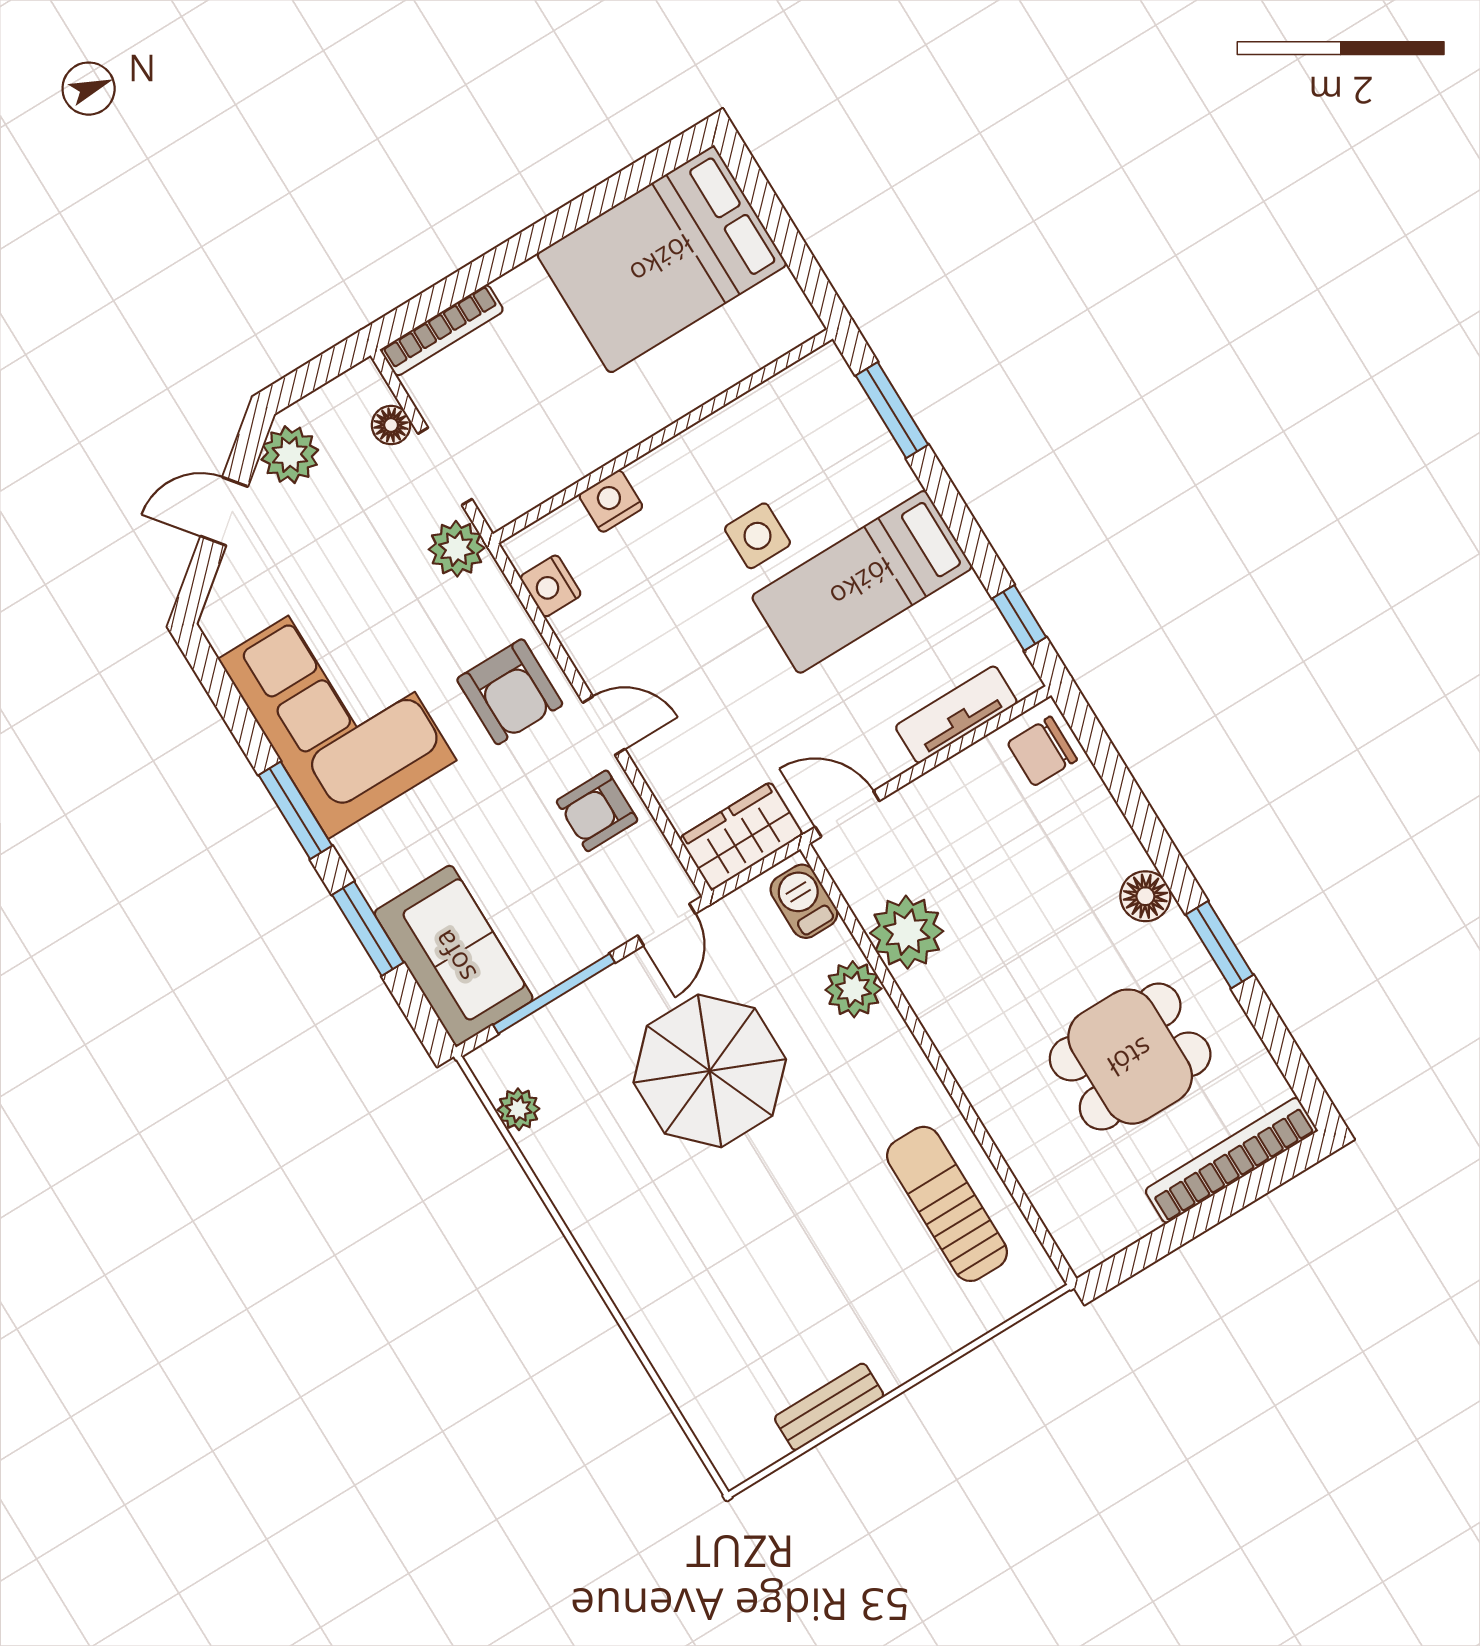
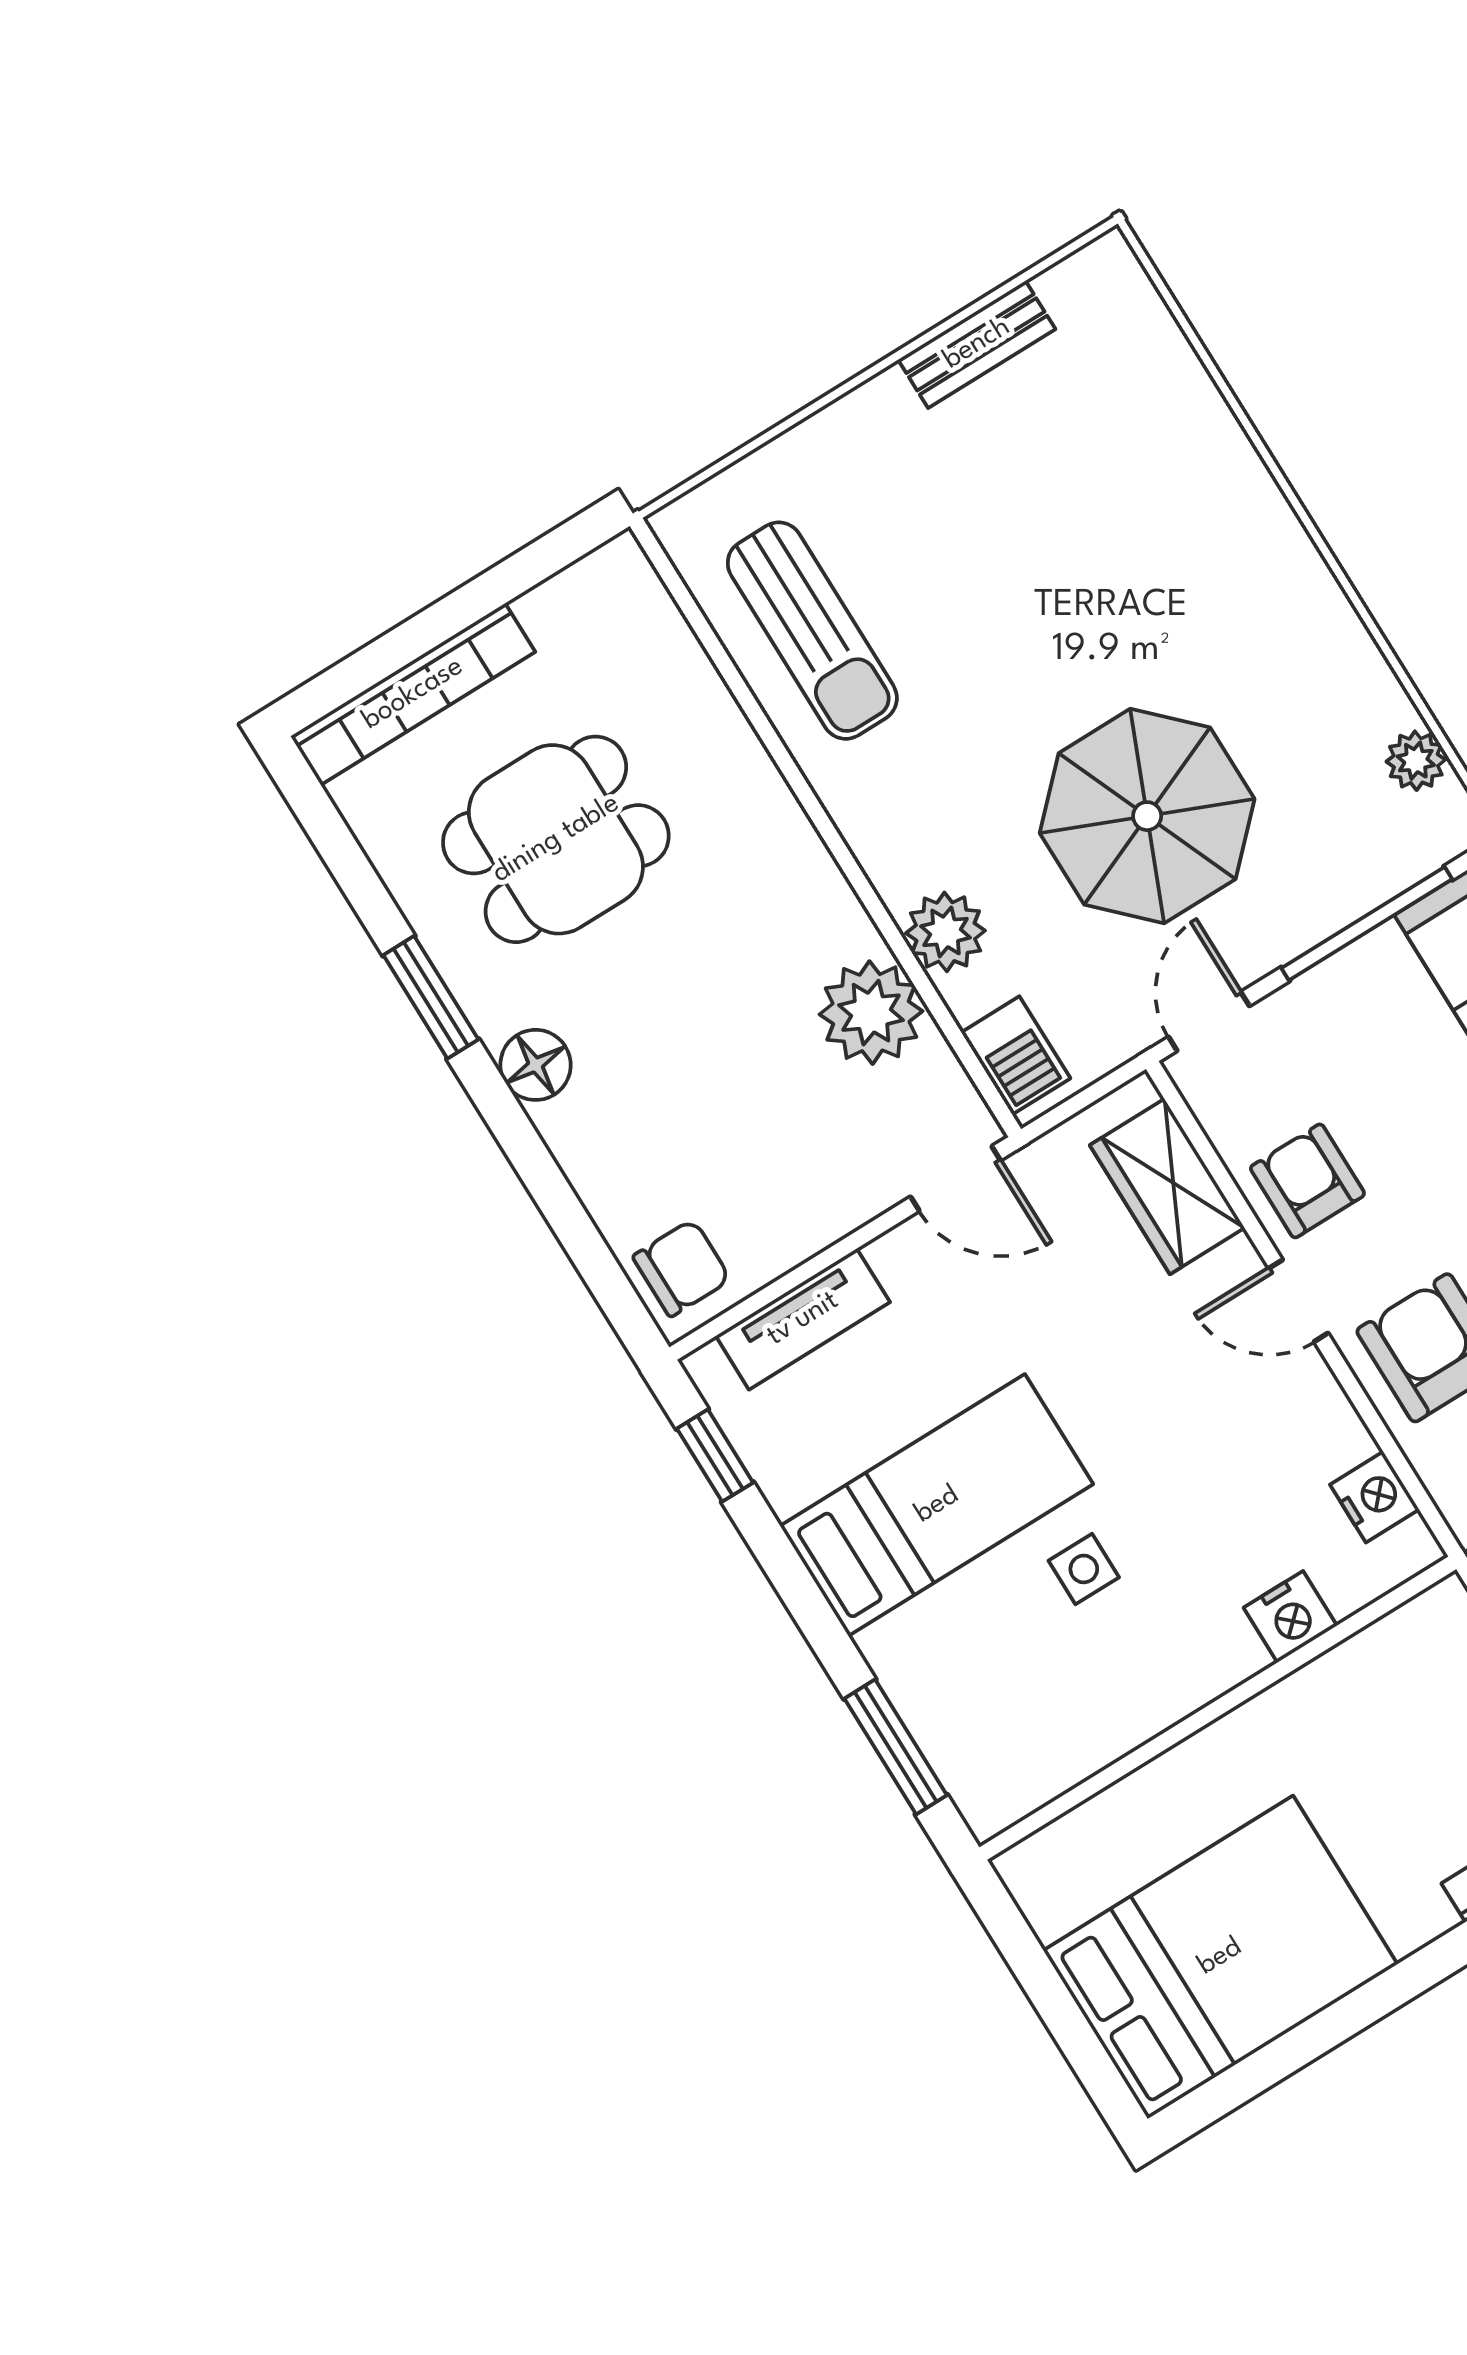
side table: (758, 536) -> (1084, 1569), width x0.73, depth x0.73
armchair: (597, 811) -> (1307, 1181), turned -90
wardrobe: (741, 836) -> (1167, 1187), moved, turned 90

